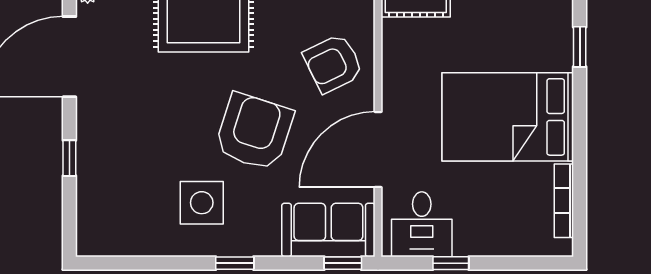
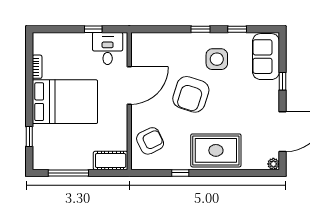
armchair: (333, 63) -> (150, 141), moved
bookcase: (564, 201) -> (37, 67), width x0.64
sofa: (328, 230) -> (266, 57), moved, turned 90
window: (343, 263) -> (237, 29), moved

